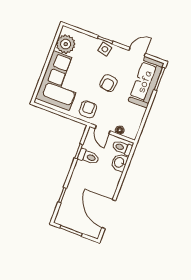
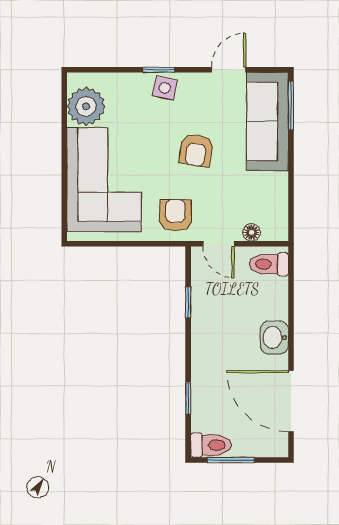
toilet: (89, 157) -> (211, 445), moved
washbasin: (119, 163) -> (274, 337), moved

